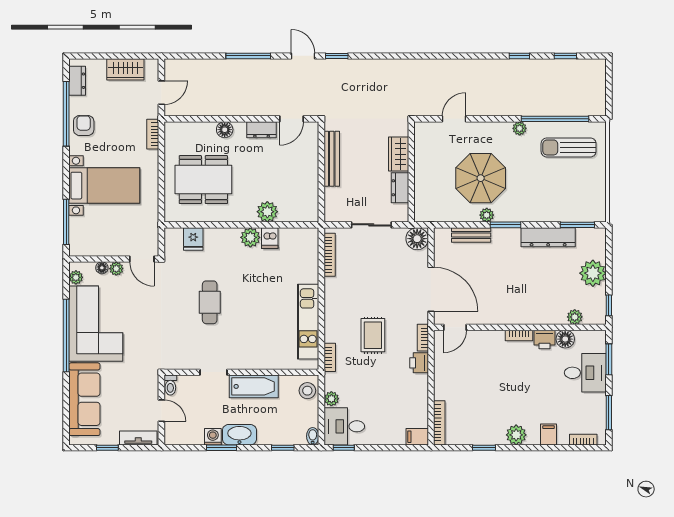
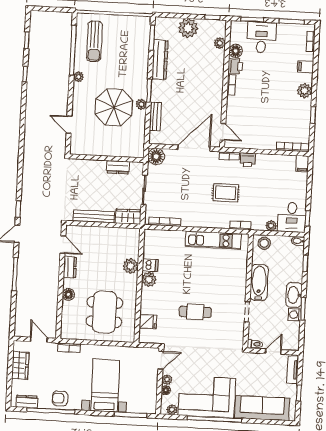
wardrobe: (399, 154) -> (128, 217), moved, turned 180

